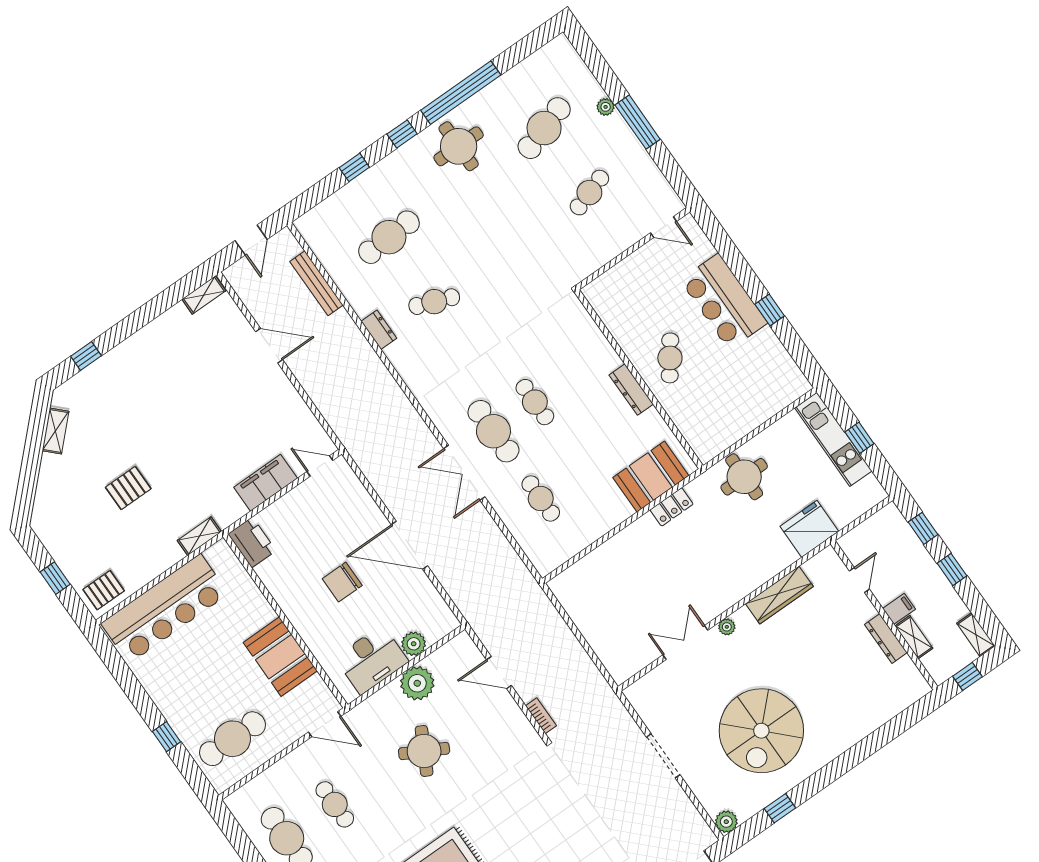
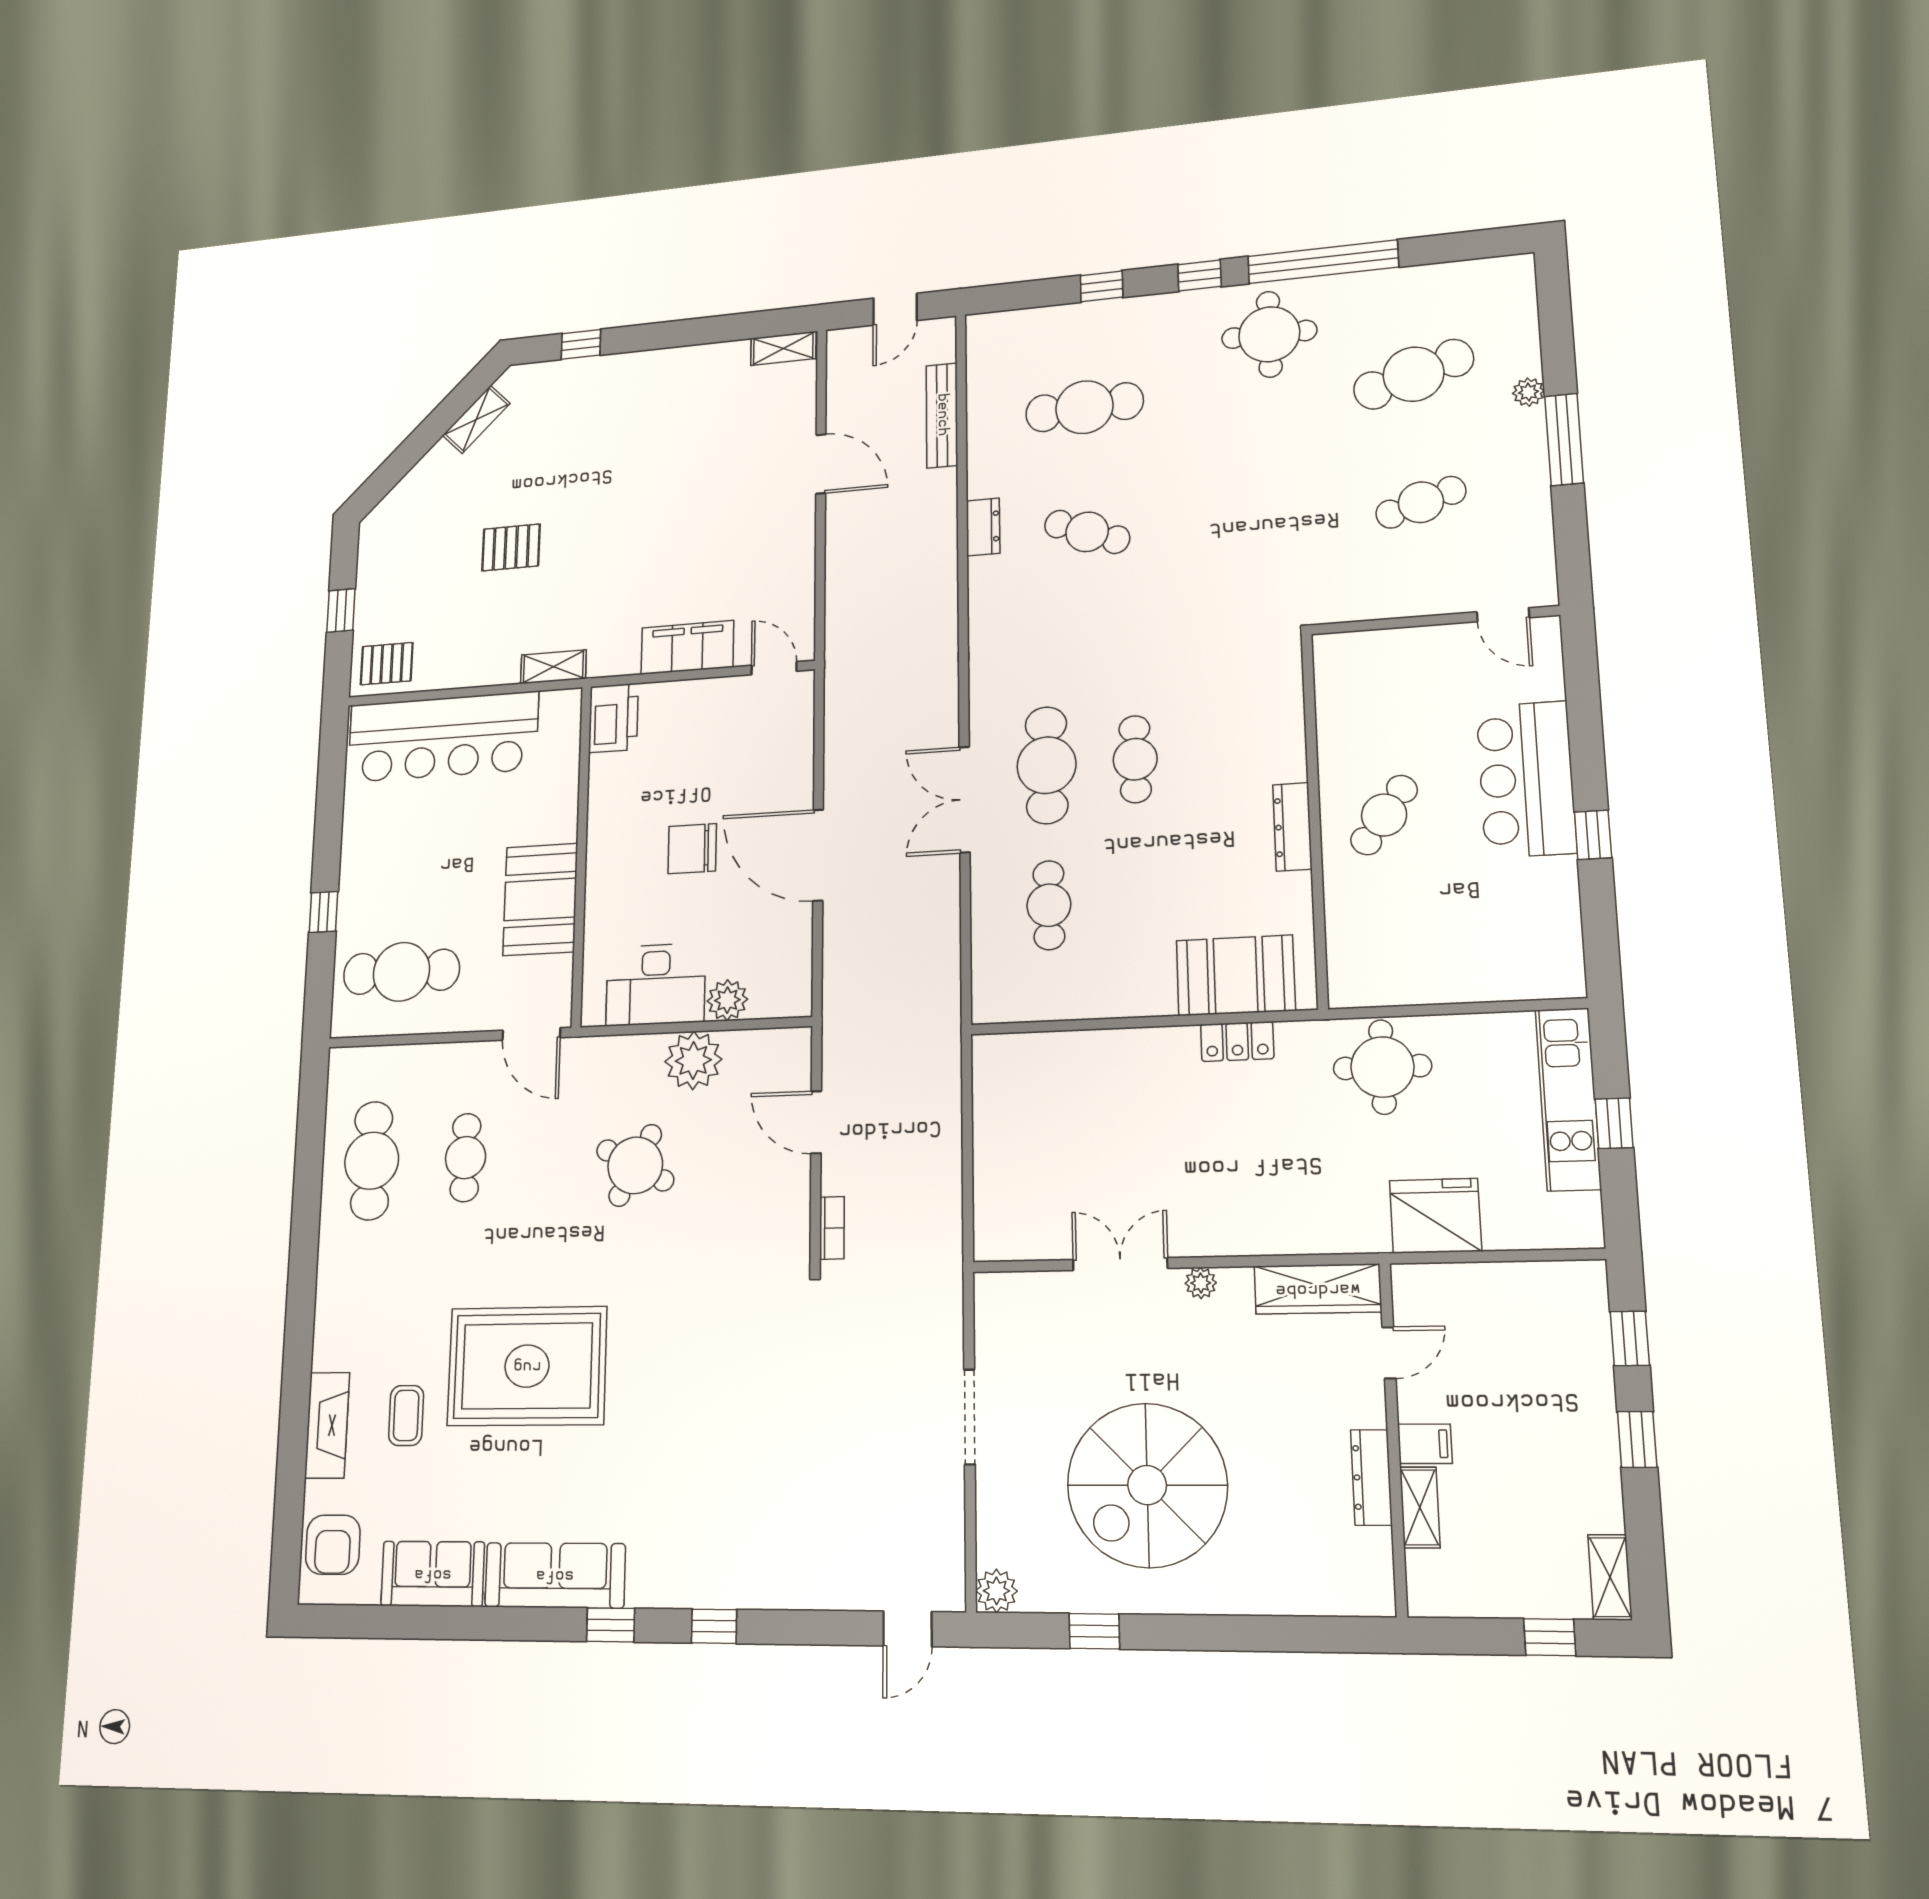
door: (859, 580) -> (1389, 1353), moved
filing cabinet: (899, 609) -> (1425, 1444), moved
wall: (884, 615) -> (1393, 1437), moved
shelving: (914, 637) -> (1420, 1507), moved
dresser: (886, 639) -> (1371, 1477), moved

